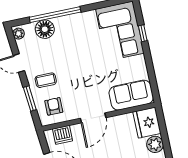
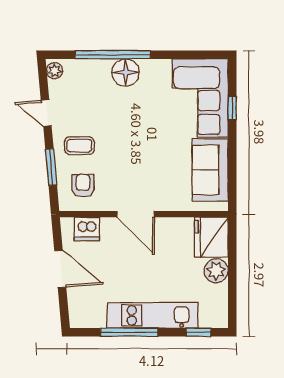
floor lamp: (45, 29) -> (125, 72), moved
sofa: (131, 95) -> (210, 170), moved, turned -90
door: (93, 118) -> (136, 214), hinge flipped

